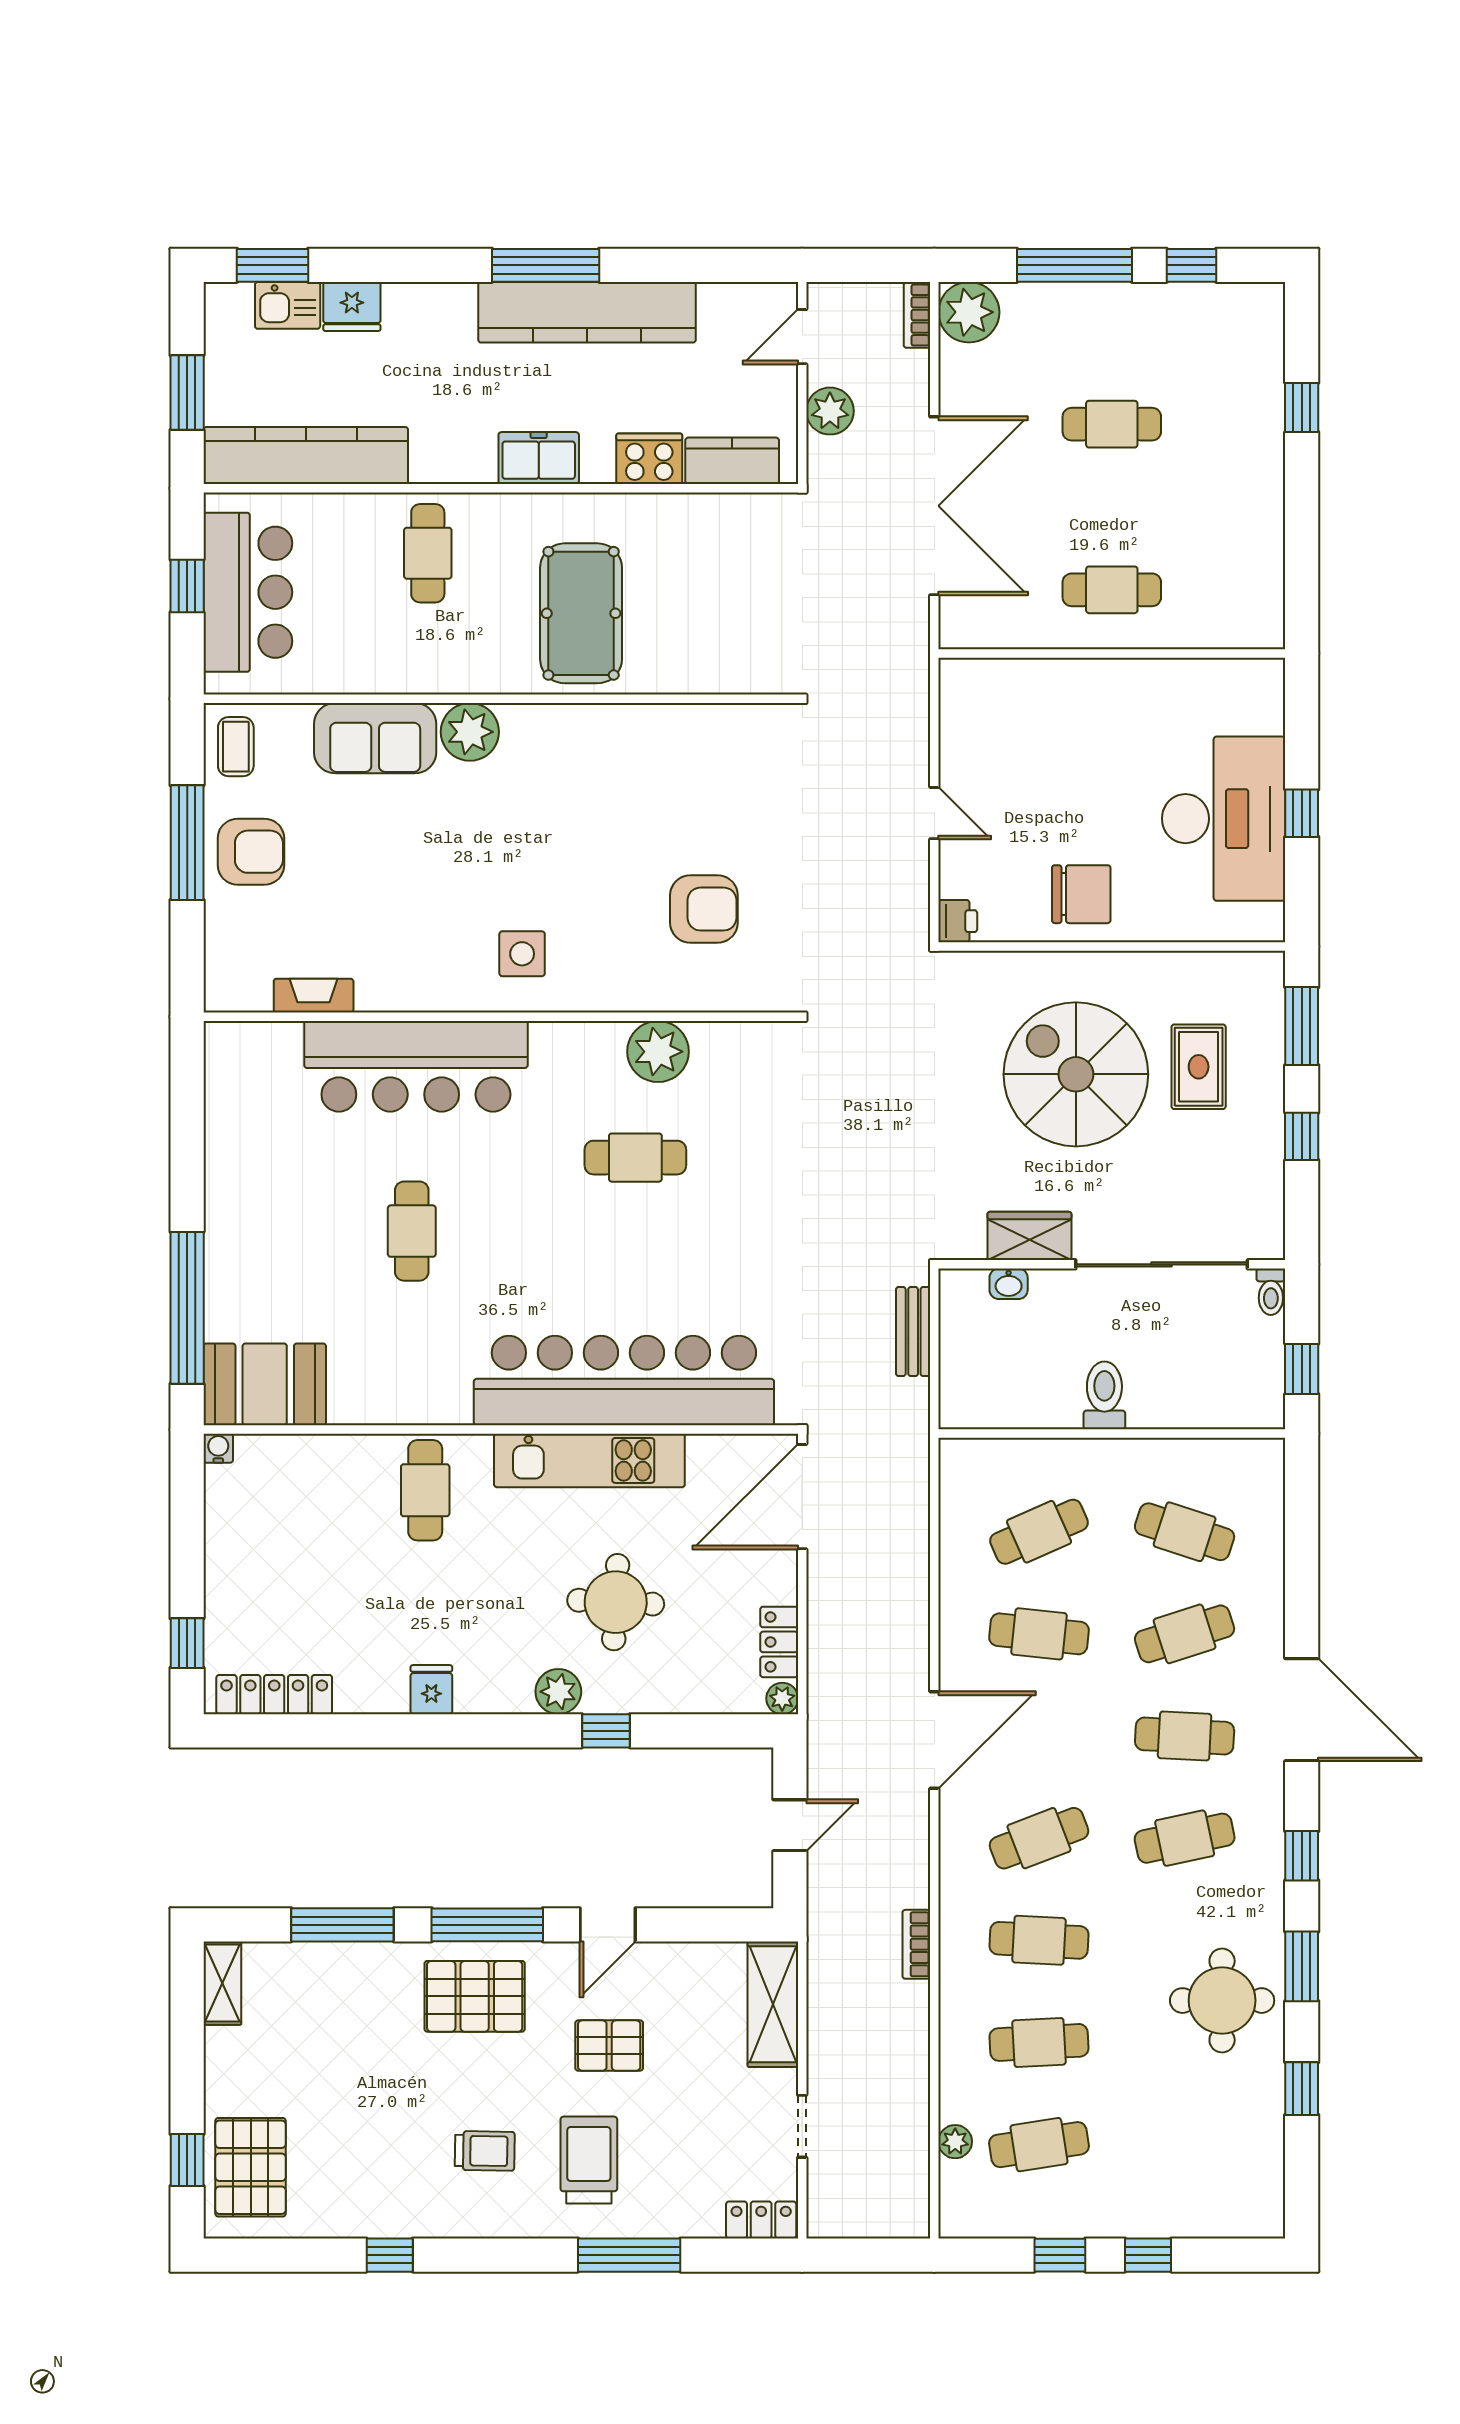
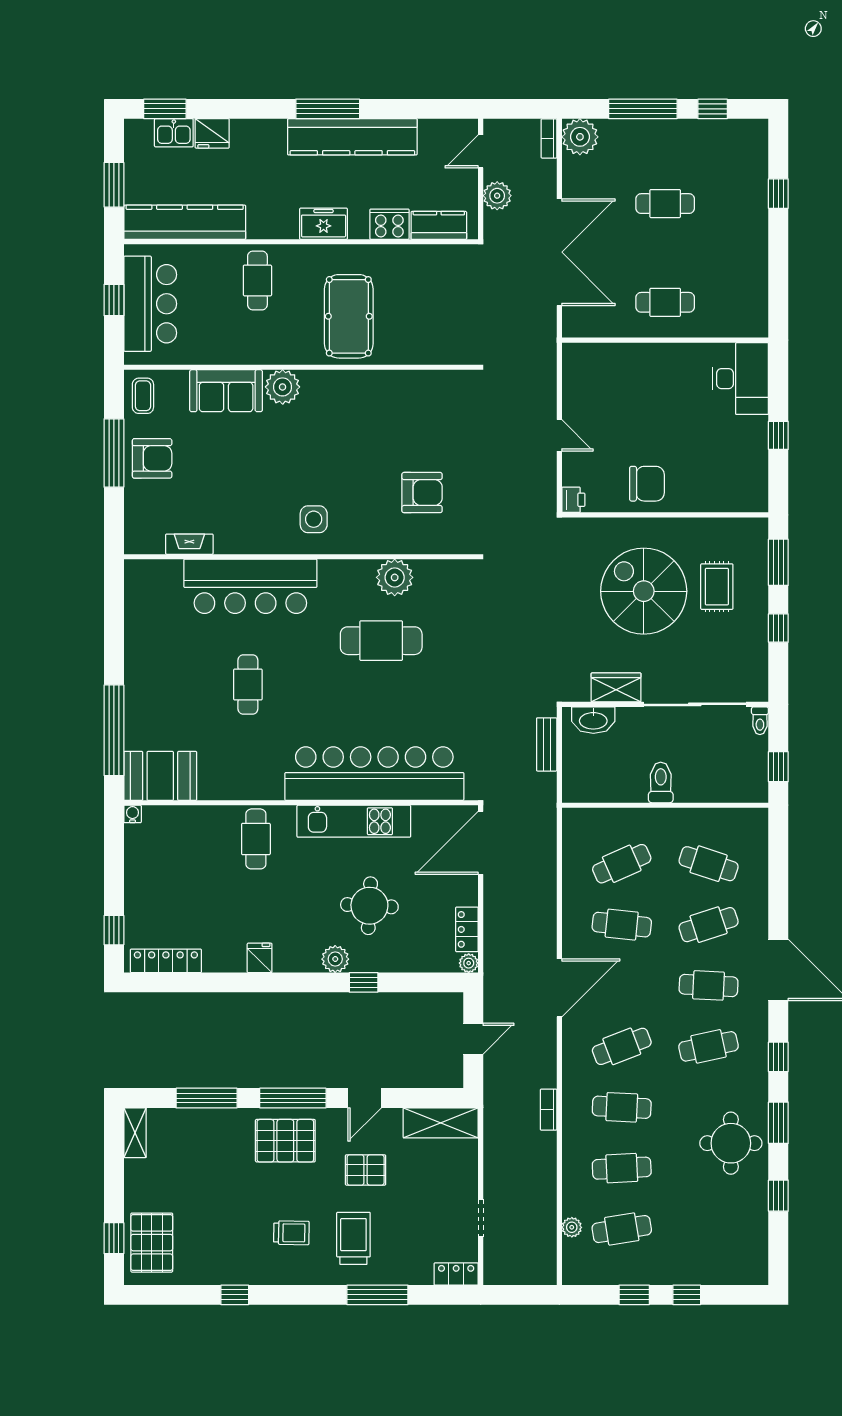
desk: (1224, 819) -> (740, 379), moved, width x0.73, depth x0.77
cafe table: (635, 1158) -> (381, 641), width x1.37, depth x1.35
washbasin: (1009, 1284) -> (593, 720), width x1.91, depth x1.45
shelving: (773, 2004) -> (441, 1123), moved, turned 90

